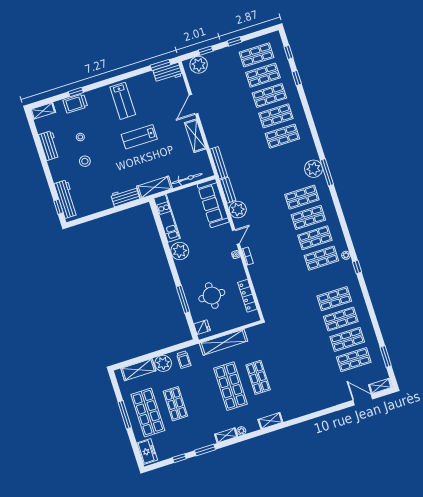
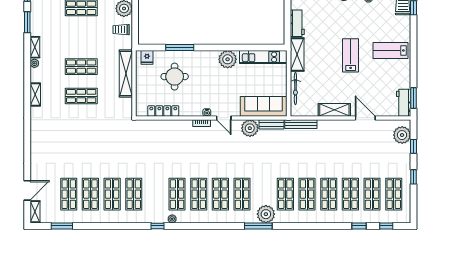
shop shelf: (289, 156) -> (285, 194), added
shop shelf: (230, 386) -> (81, 67), width x0.70, depth x0.74

